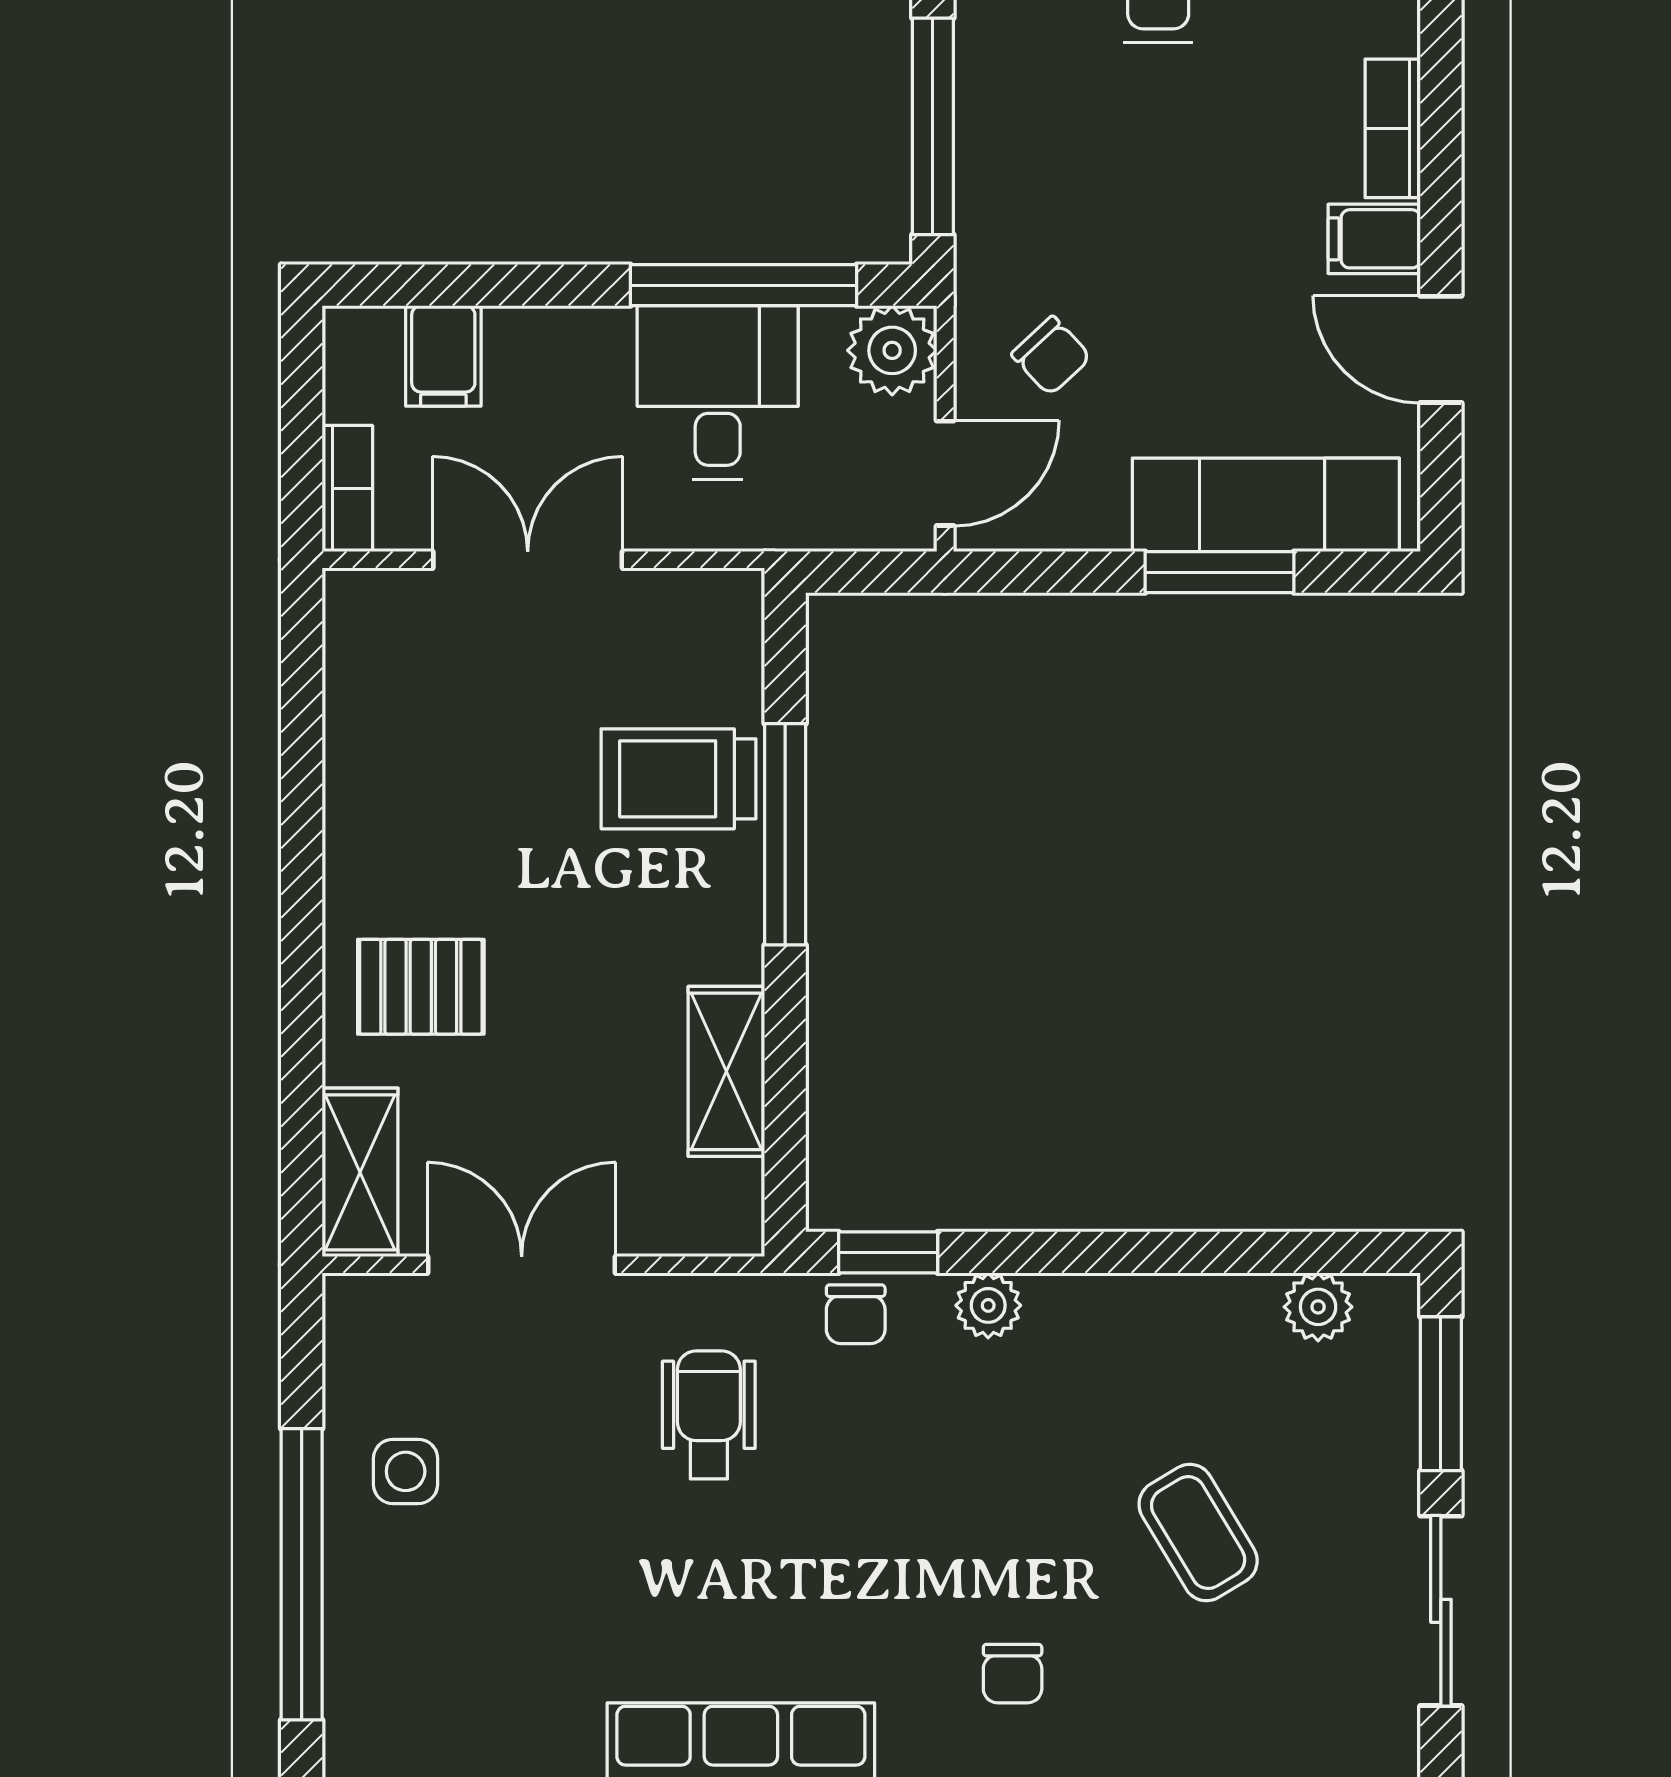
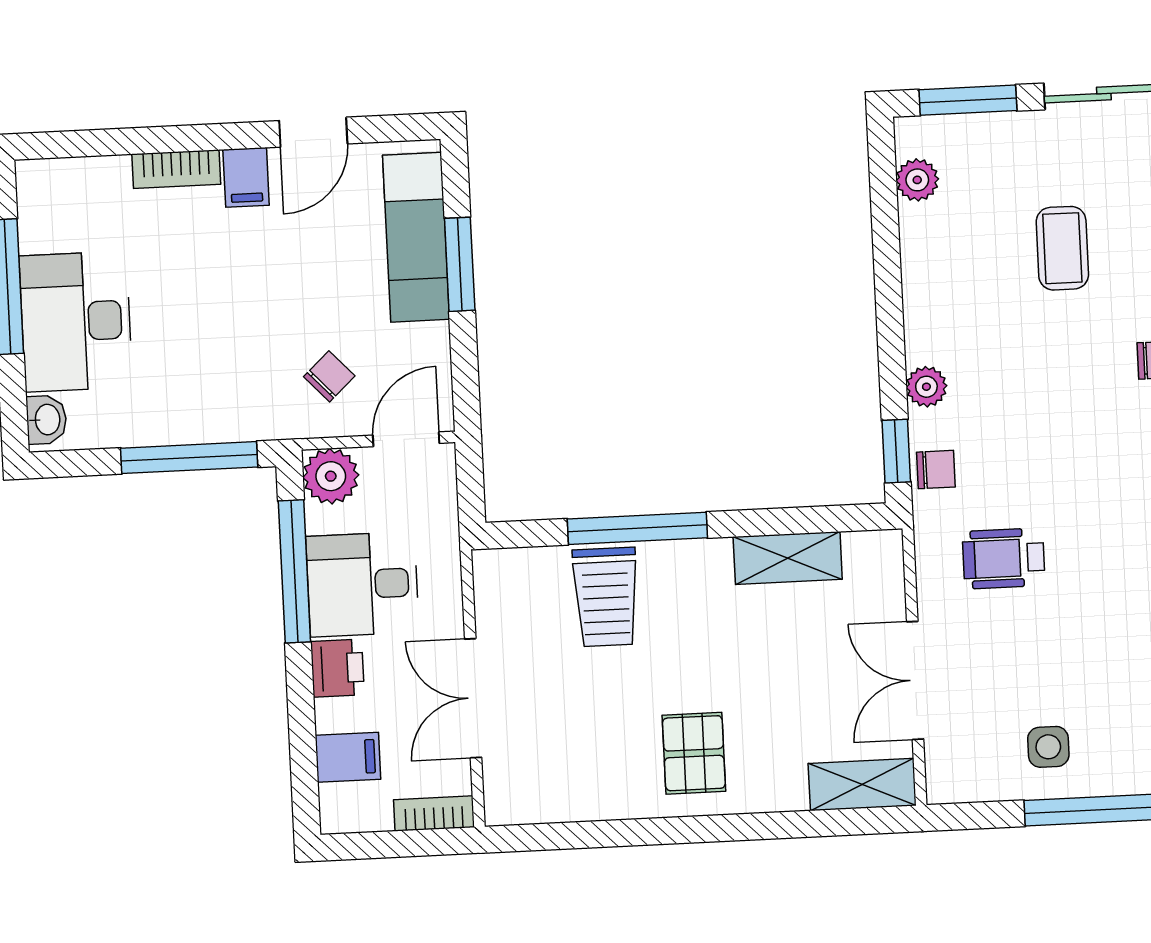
printer: (586, 346) -> (337, 668), added
door: (945, 473) -> (406, 439), hinge flipped
pallet: (421, 987) -> (694, 753), moved
coffee table: (1198, 1533) -> (1062, 248), turned -59

